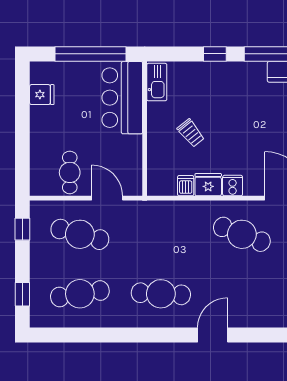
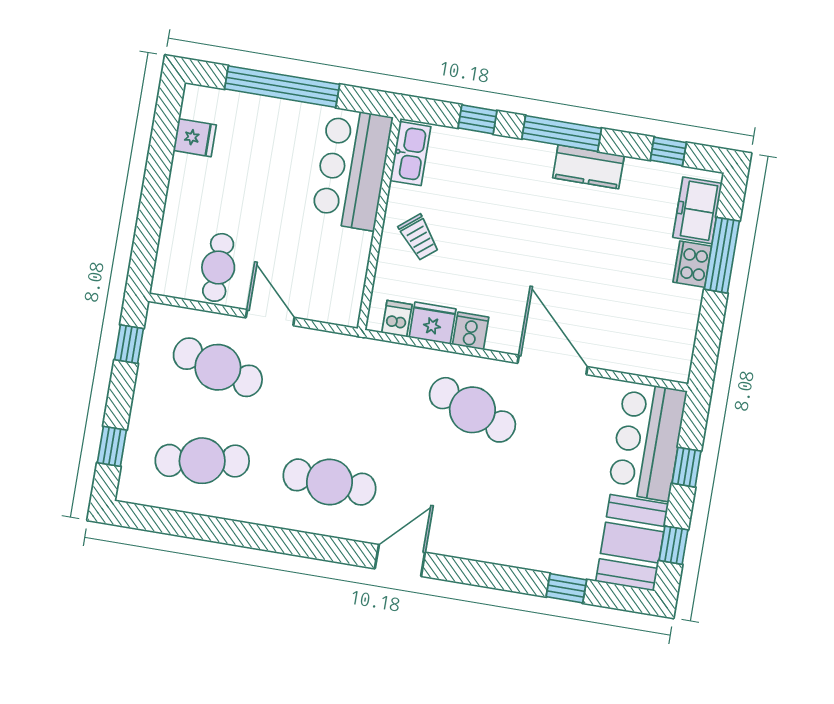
kitchen sink: (157, 82) -> (410, 154), moved
bar counter: (122, 98) -> (352, 169), moved
wall: (145, 129) -> (379, 224), moved

